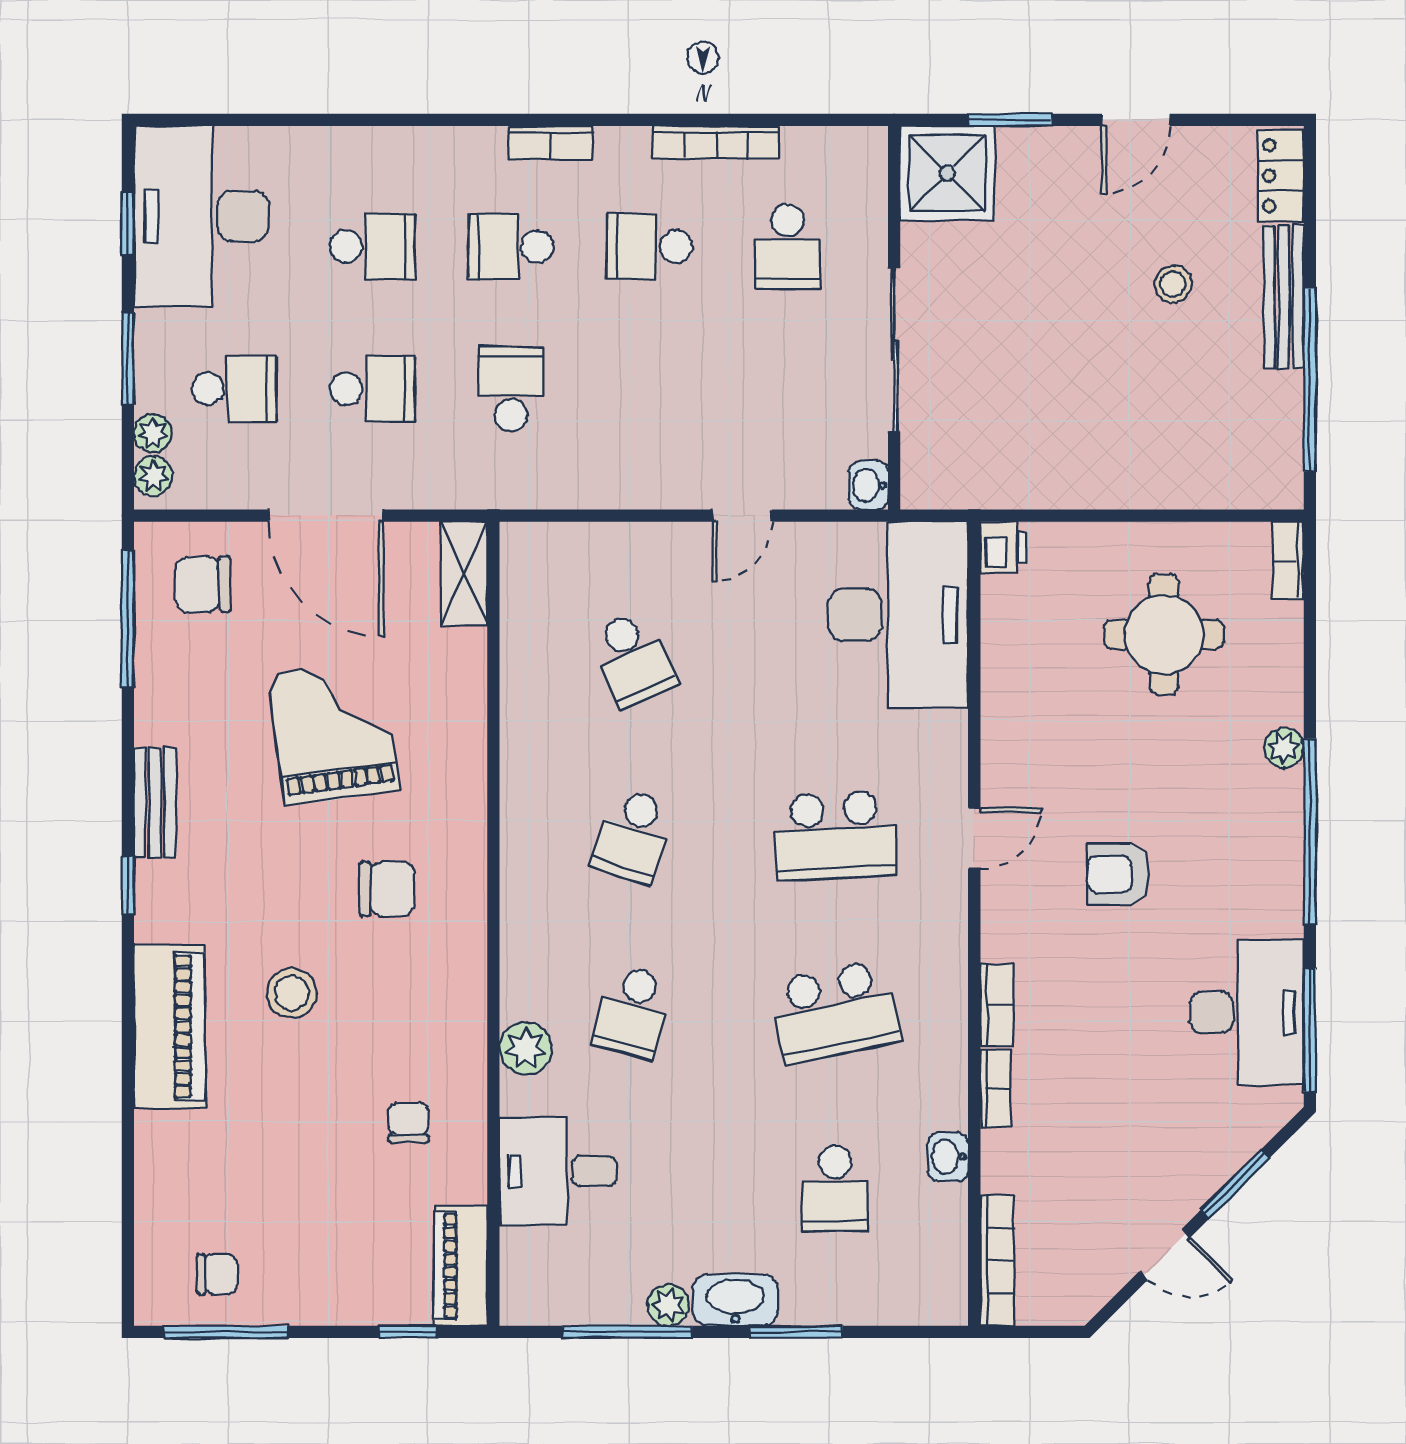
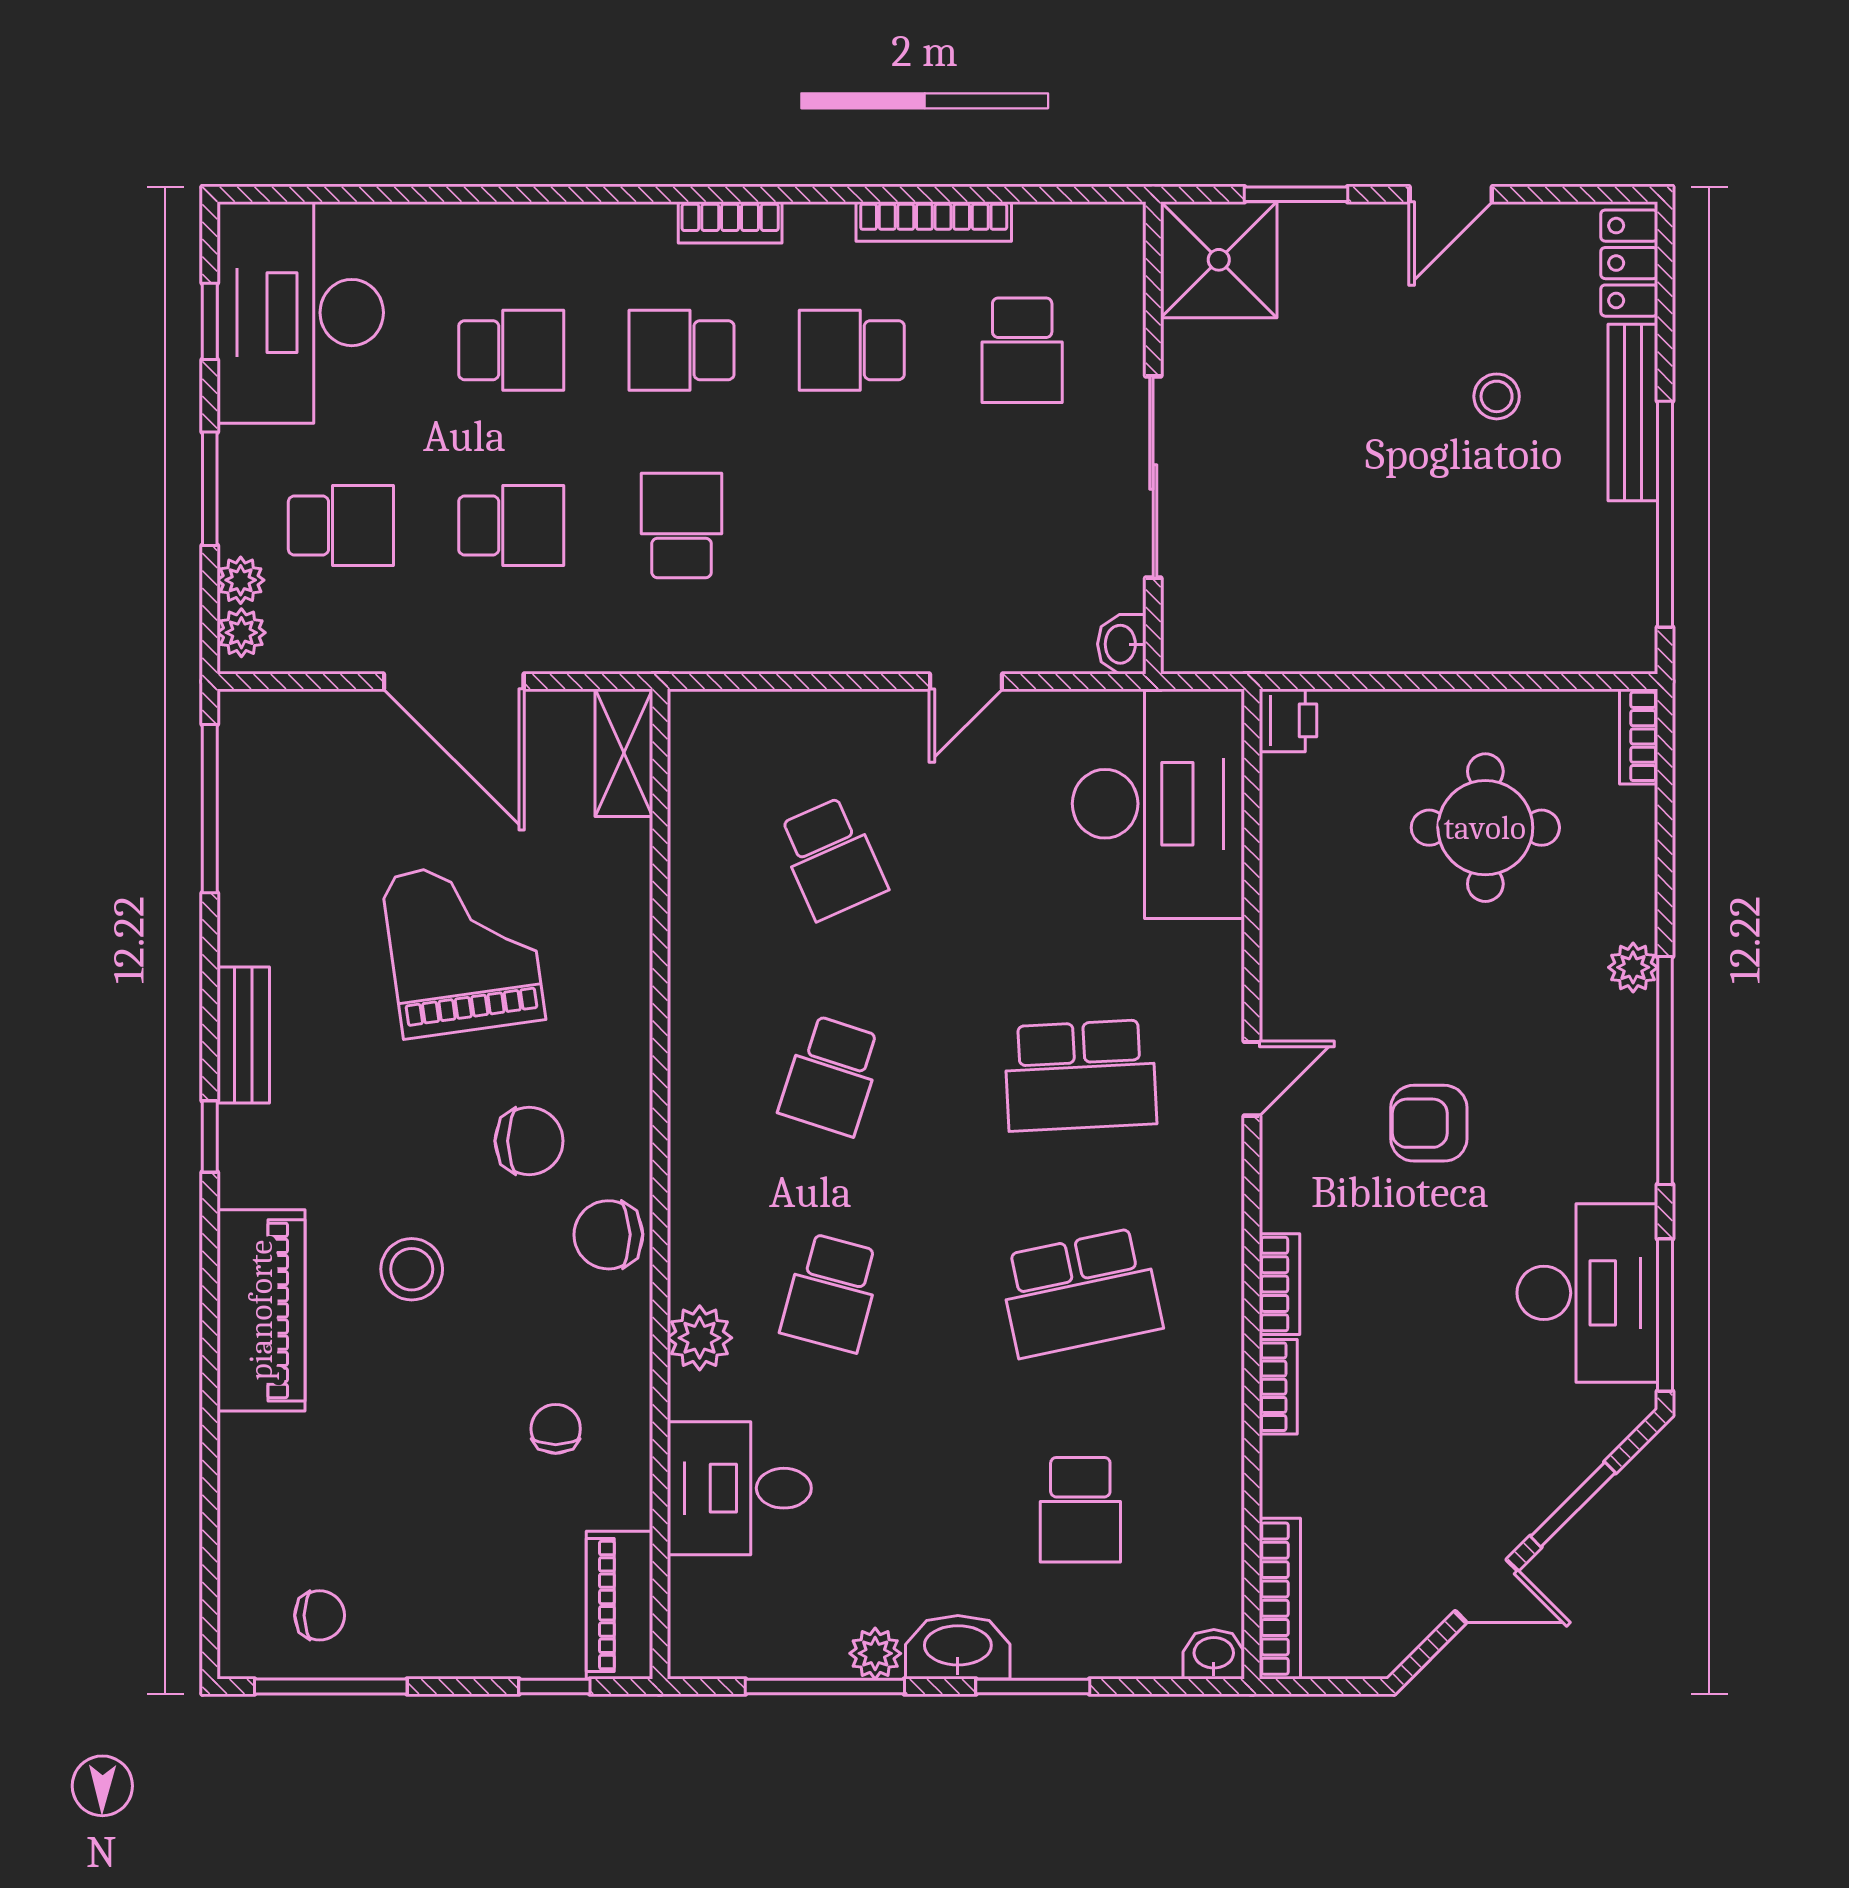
chair: (203, 584) -> (608, 1235), moved
washbasin: (948, 1157) -> (1214, 1654), moved, turned 90

